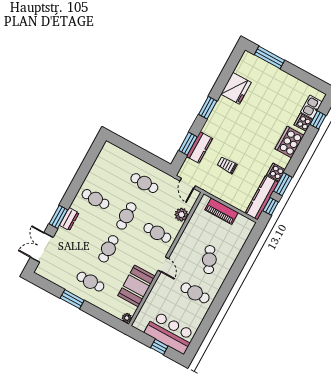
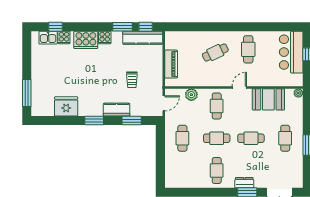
kitchen counter: (200, 147) -> (117, 110), moved
cooker: (276, 172) -> (105, 38), moved

